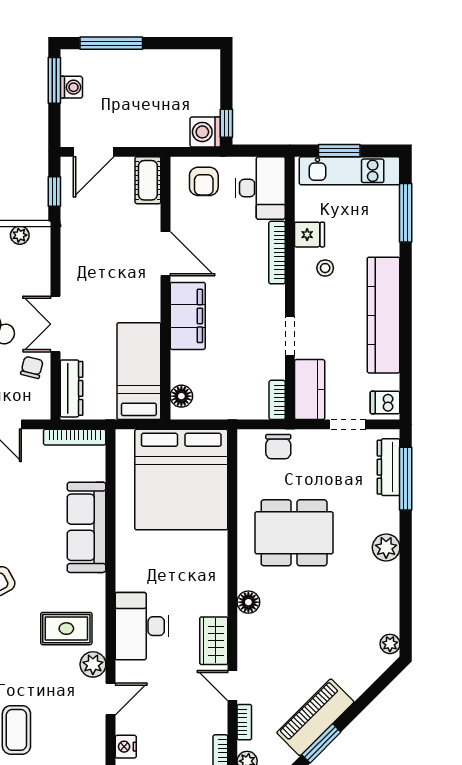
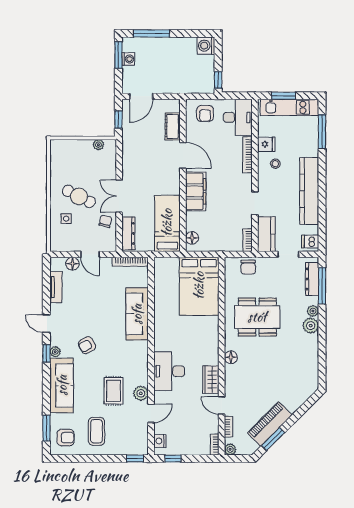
washing machine: (205, 132) -> (206, 46), moved
cot: (148, 180) -> (173, 126), moved
bed: (181, 480) -> (199, 286), width x0.73
rug: (66, 629) -> (113, 391), moved, turned 90
plant: (390, 644) -> (313, 311), moved

